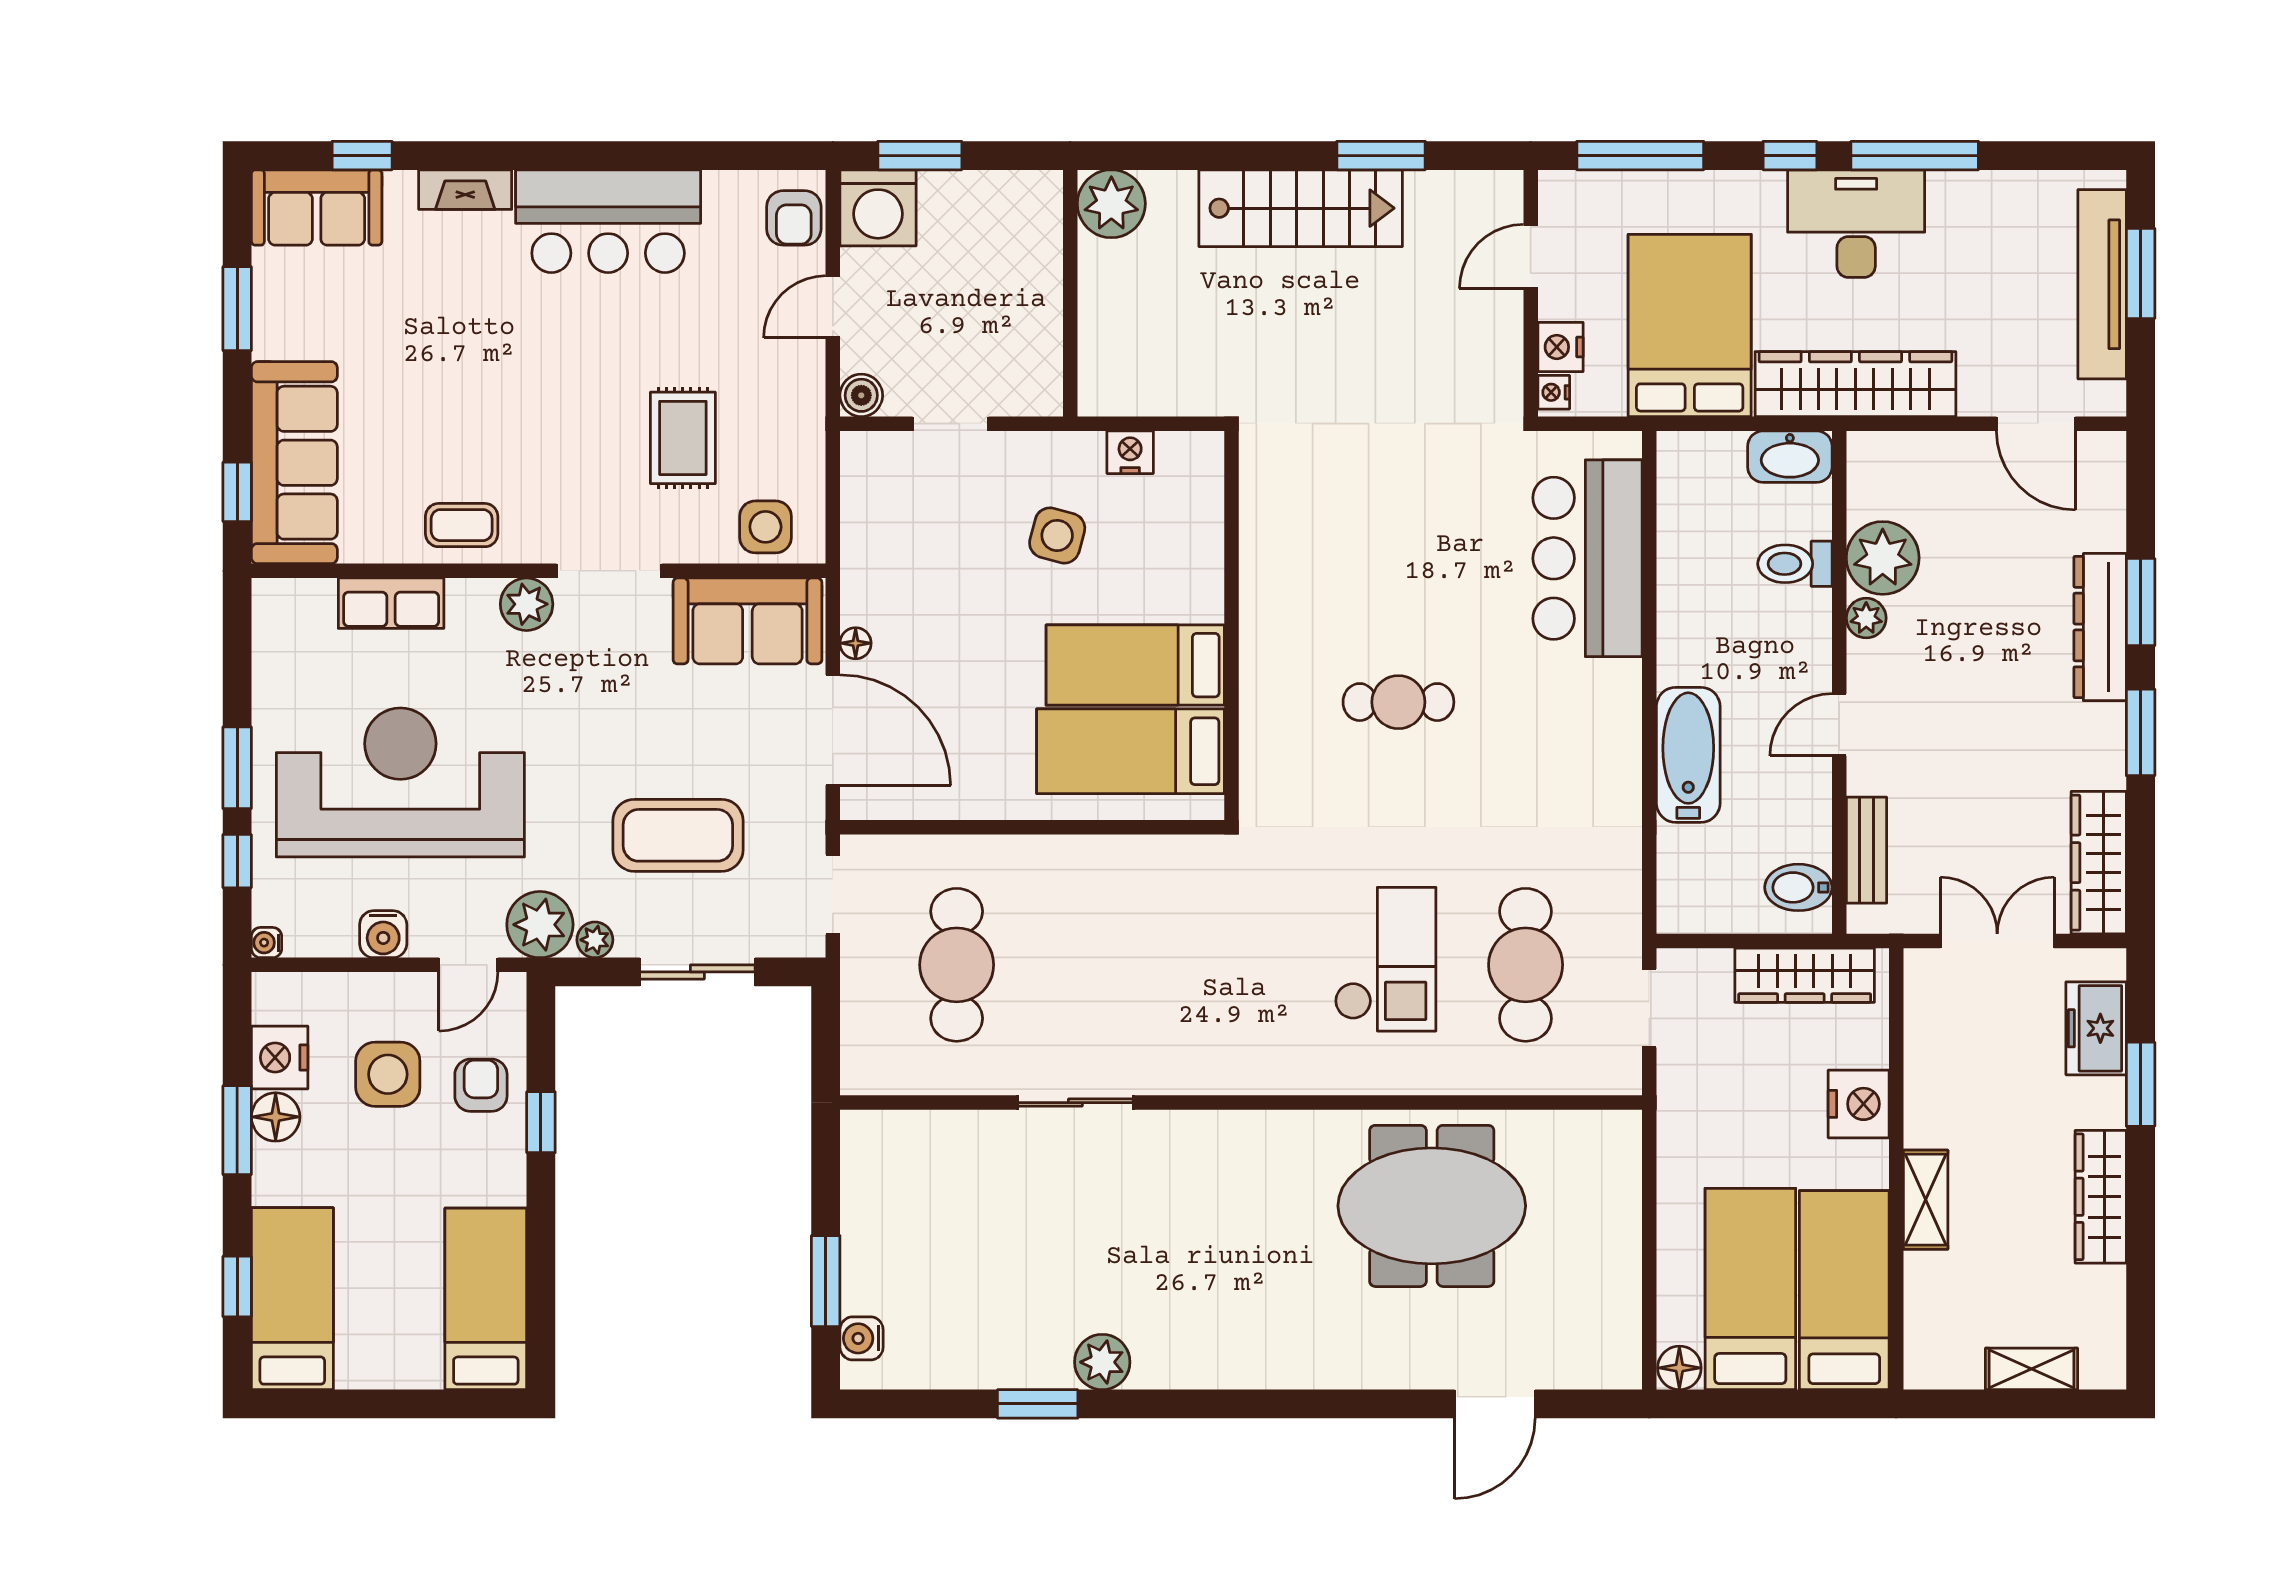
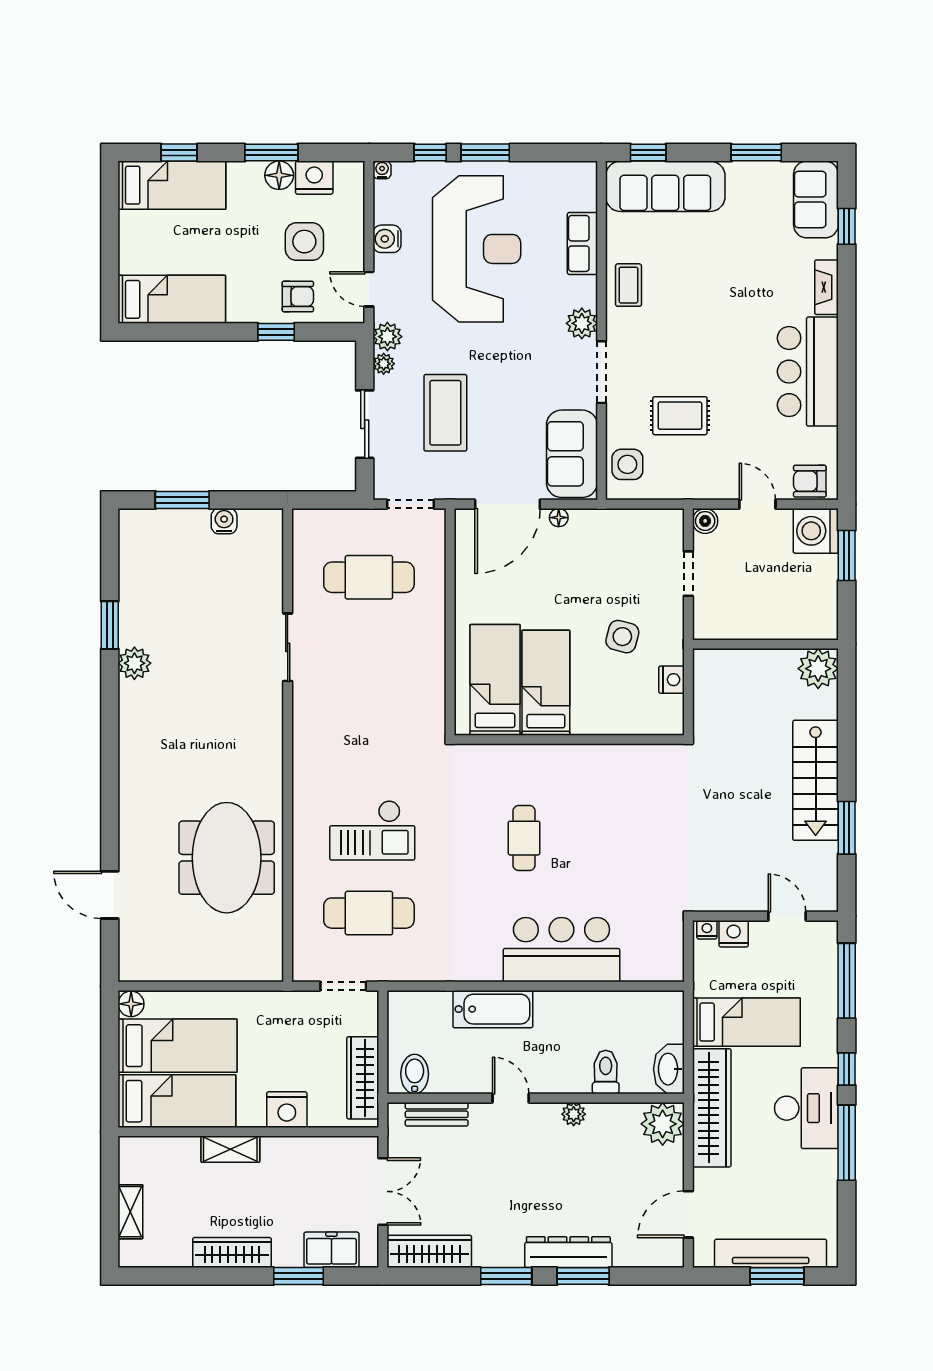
bed: (1690, 325) -> (746, 1022), width x0.67
bar counter: (1588, 558) -> (561, 950), moved
plant: (1883, 558) -> (663, 1124), moved
plant: (540, 925) -> (387, 337), width x0.73, depth x0.73
water cooler: (862, 1338) -> (224, 521), moved

